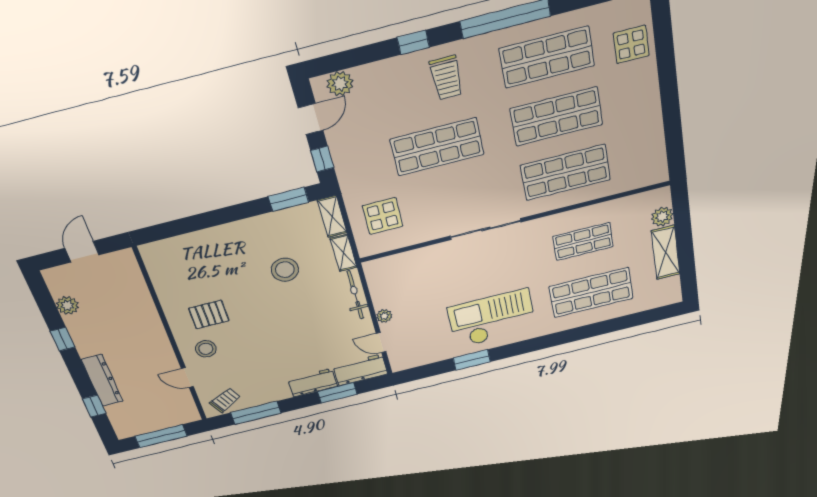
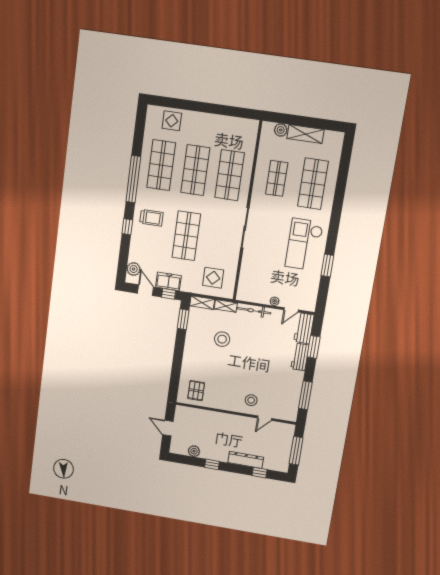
freezer: (344, 150) -> (168, 281), added
pallet: (209, 314) -> (196, 391), moved
trolley: (225, 400) -> (289, 407), removed

